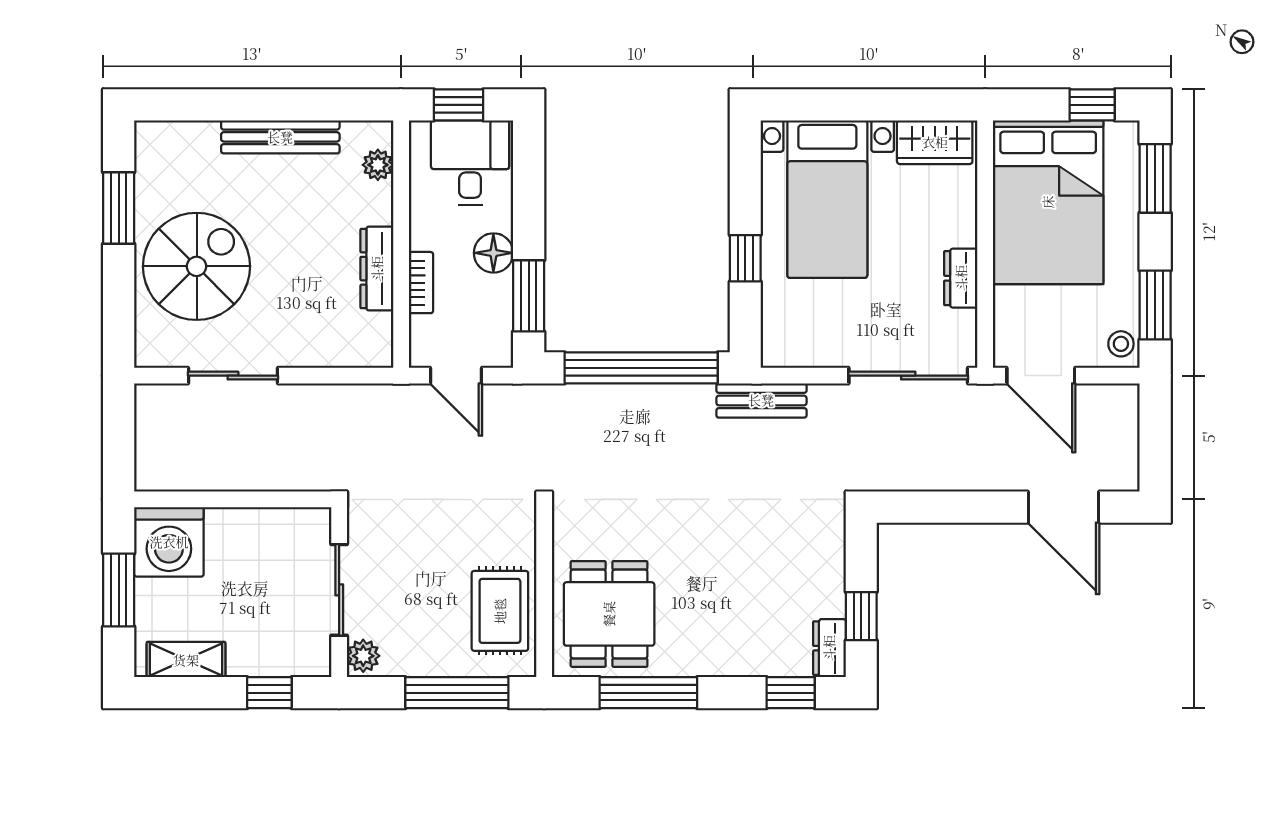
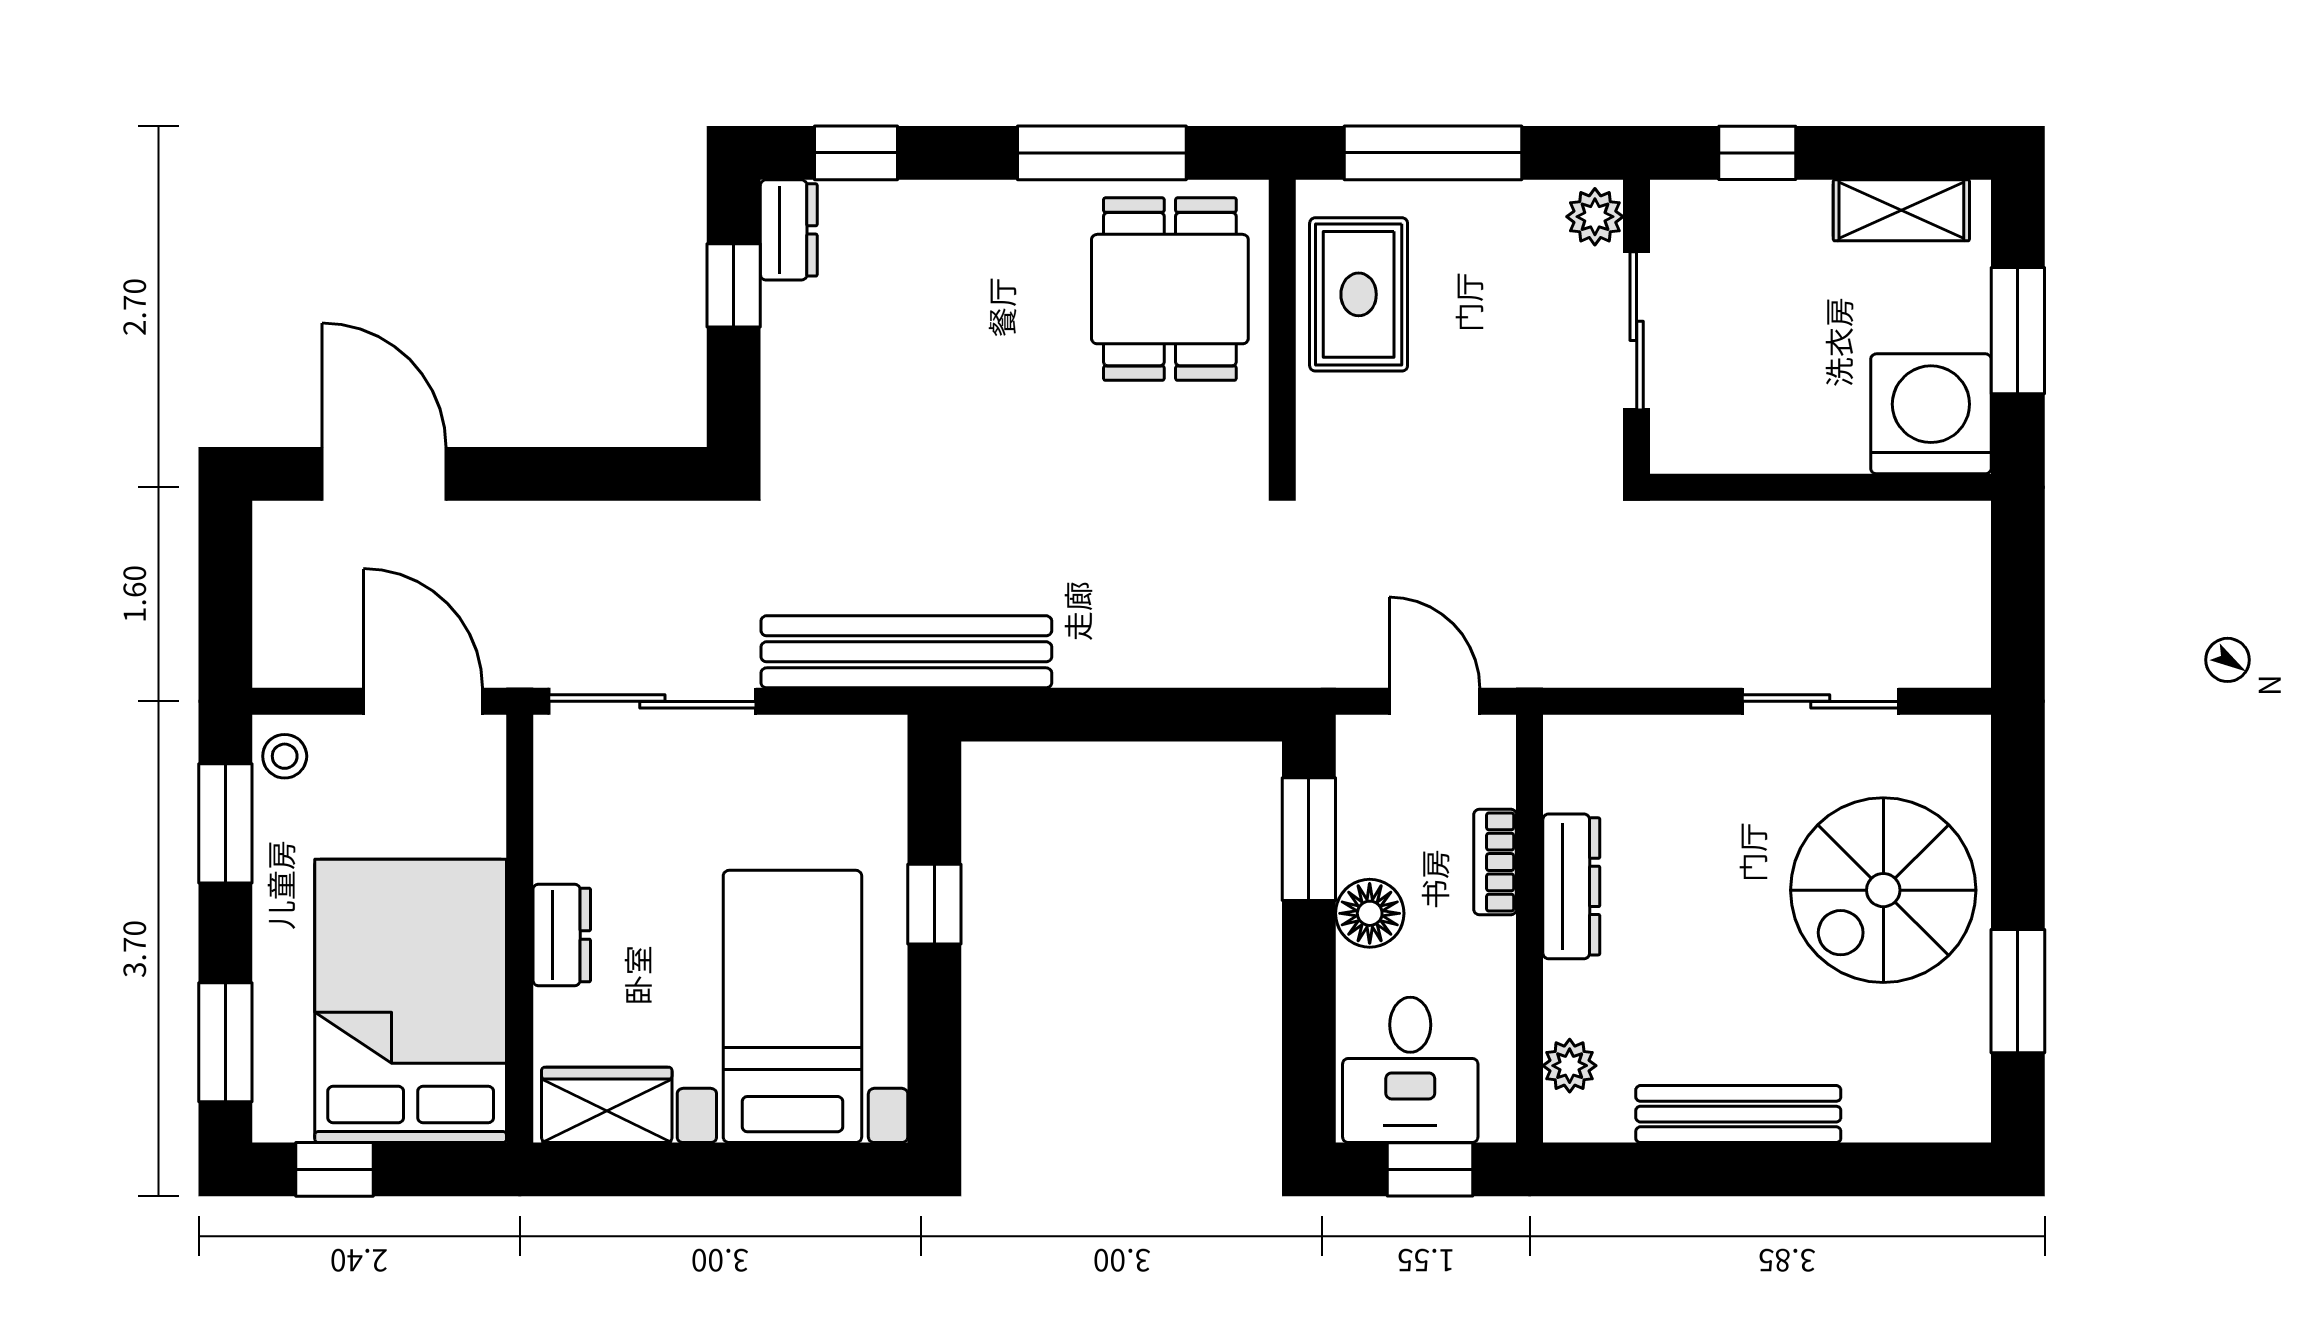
dresser: (961, 278) -> (562, 935), moved
window: (641, 368) -> (1114, 715), removed
bench: (761, 400) -> (906, 652), width x1.86, depth x1.21

